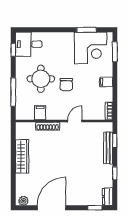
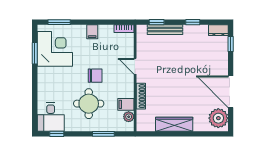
window: (13, 92) -> (103, 134), width x0.69
plant: (29, 115) -> (129, 117), added
plant: (23, 201) -> (218, 118), width x1.88, depth x1.88

